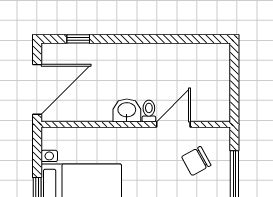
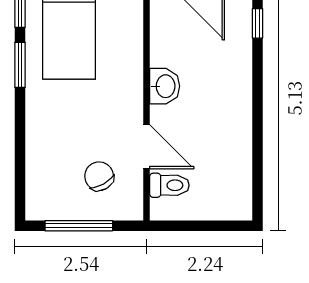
toilet: (149, 111) -> (169, 185), moved, width x1.37, depth x1.39

